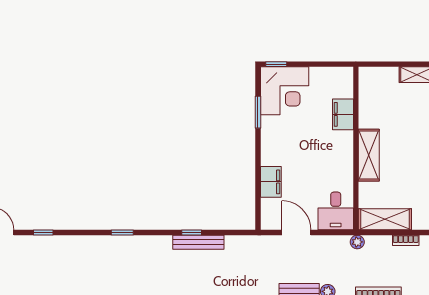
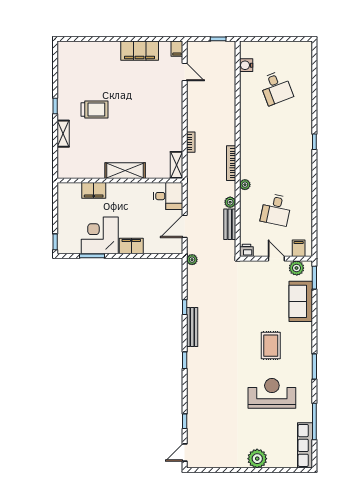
corner desk: (285, 91) -> (100, 235), moved, turned -90
filing cabinet: (271, 182) -> (131, 246), moved
shelving: (385, 219) -> (177, 165), width x0.67, depth x0.75
bench: (198, 242) -> (192, 327), moved
plant: (357, 242) -> (192, 260), moved

